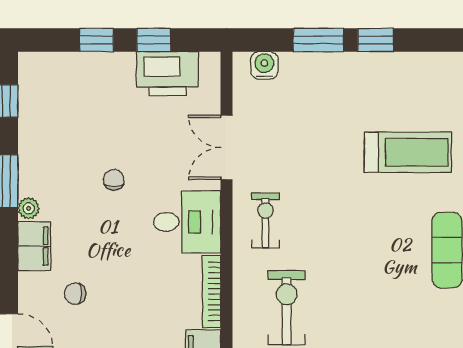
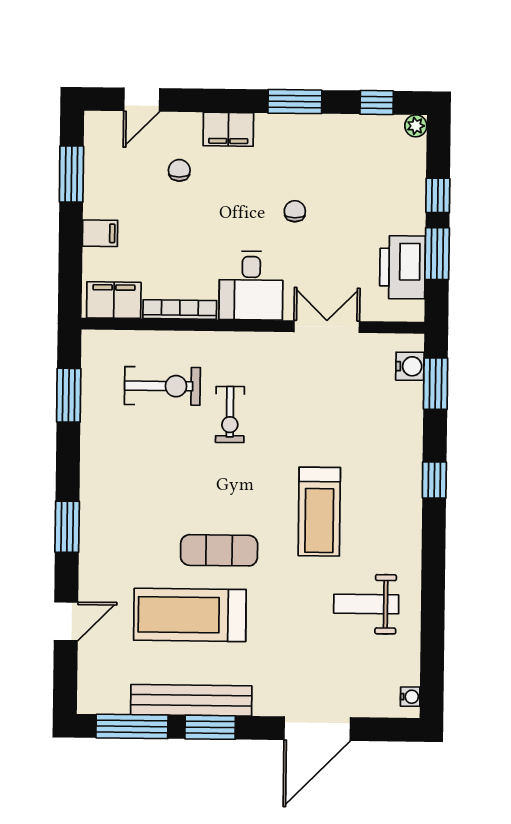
window: (154, 40) -> (437, 254), width x1.50
window: (318, 40) -> (436, 384), moved
chair: (114, 180) -> (295, 211), turned -90
plant: (29, 208) -> (416, 126), moved
exercise bike: (265, 220) -> (230, 415), moved, turned 90

